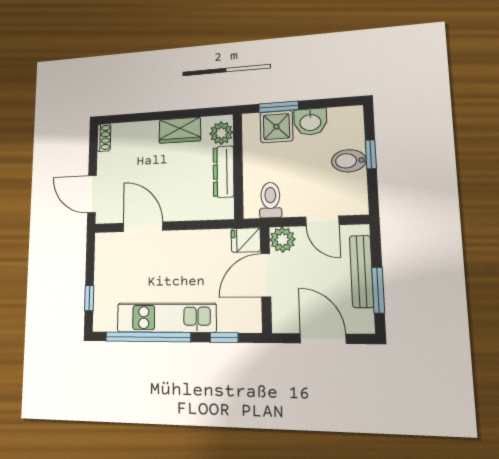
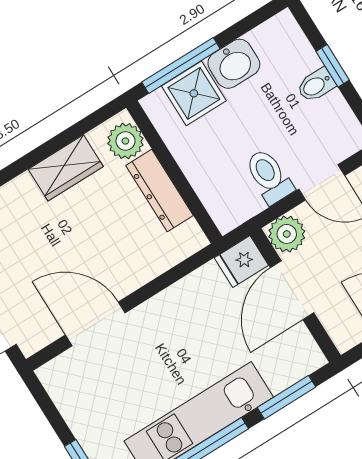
window: (279, 107) -> (181, 65), width x1.44
bidet: (349, 161) -> (316, 85), width x0.72, depth x0.74
toilet: (270, 200) -> (269, 176), moved
window: (224, 338) -> (286, 397), width x1.50

